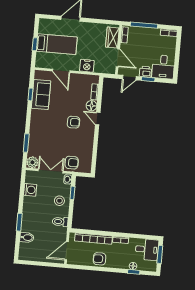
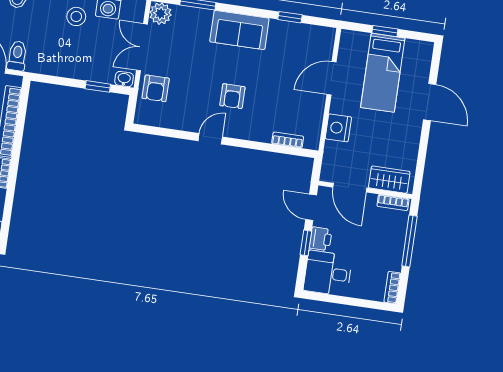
door: (118, 58) -> (350, 188), hinge flipped
sofa: (41, 94) -> (239, 30), moved
floor lamp: (92, 106) -> (262, 132), removed
door: (98, 119) -> (210, 139), moved
double door: (51, 171) -> (142, 47), swing flipped
stool: (59, 201) -> (76, 16), moved
toilet: (60, 222) -> (17, 56), moved

